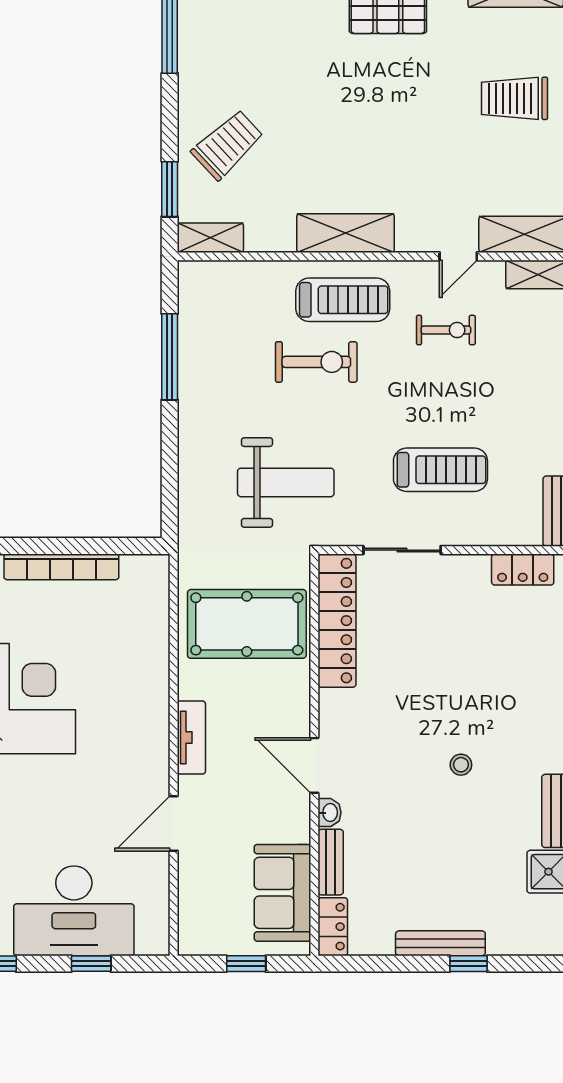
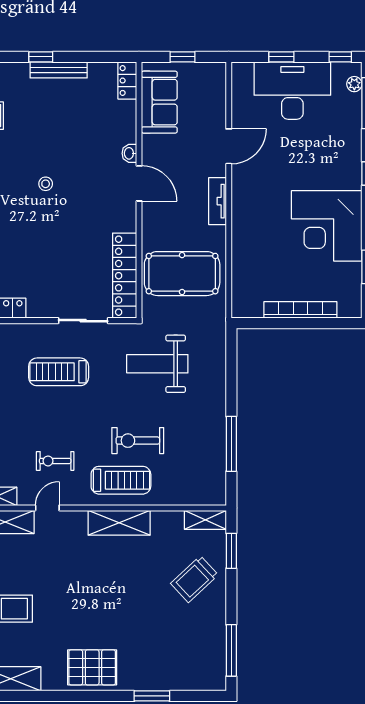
treadmill: (343, 300) -> (121, 480), turned 180
bench: (331, 862) -> (129, 122), removed

